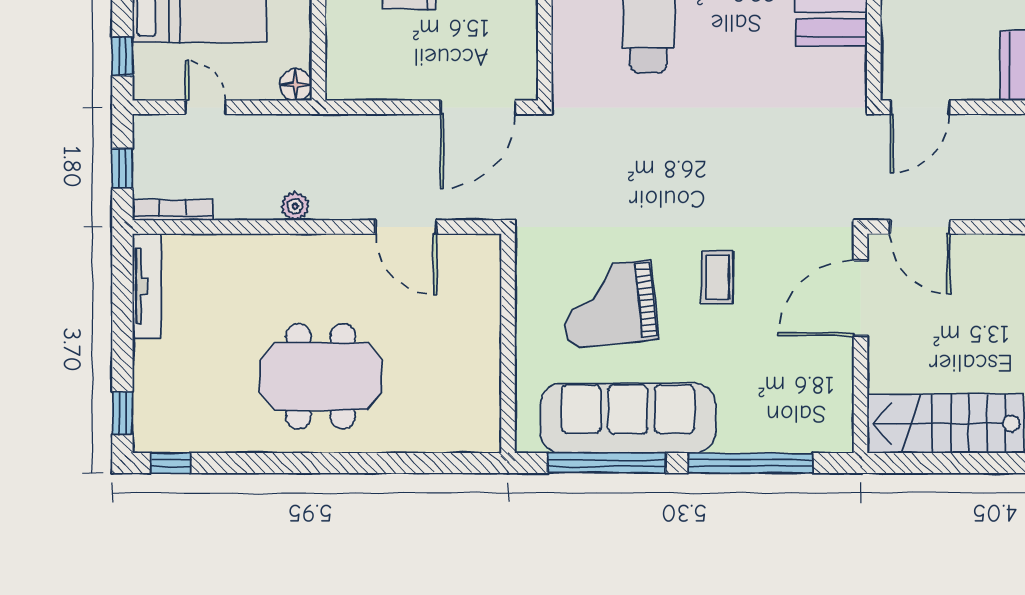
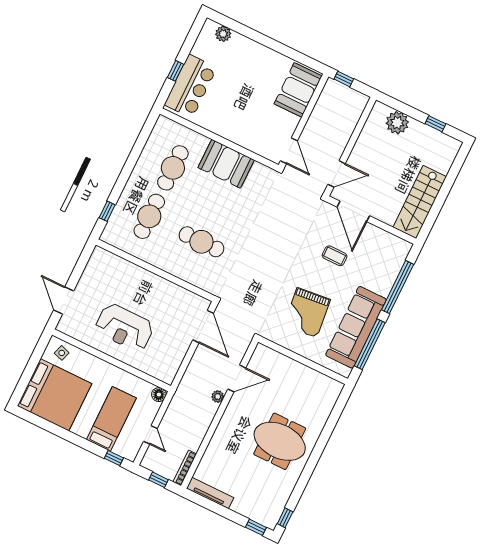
door: (206, 107) -> (150, 435), swing flipped
plant: (295, 206) -> (218, 397), moved
coffee table: (717, 277) -> (335, 256), moved
meeting table: (321, 376) -> (280, 441), turned 90

